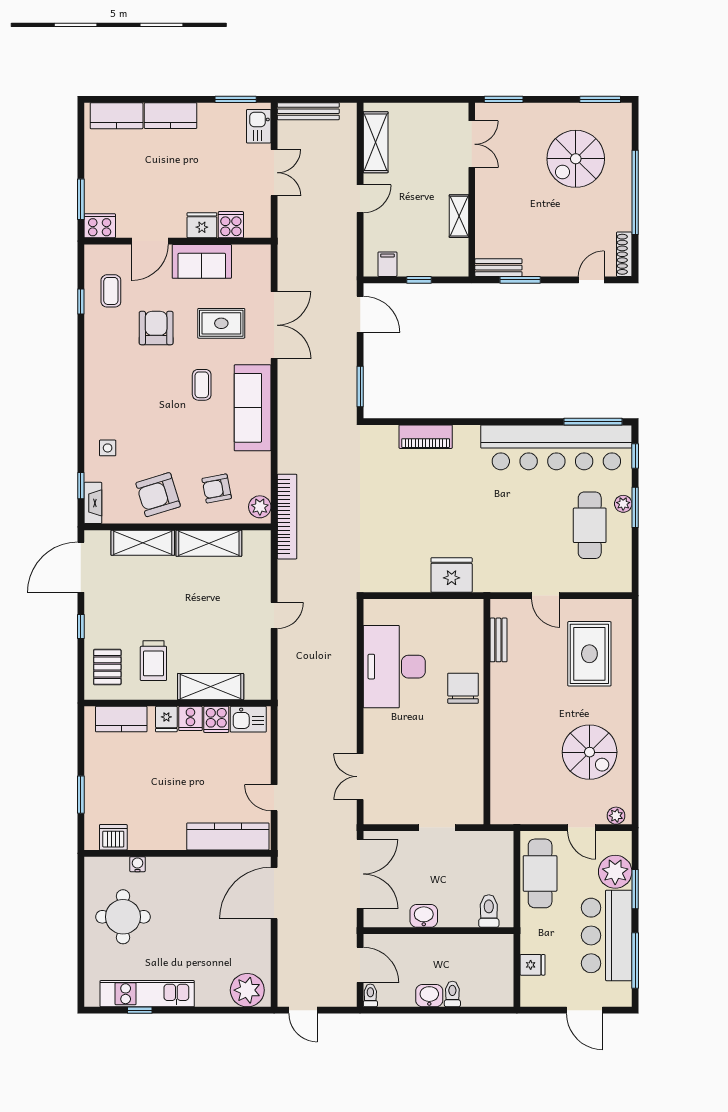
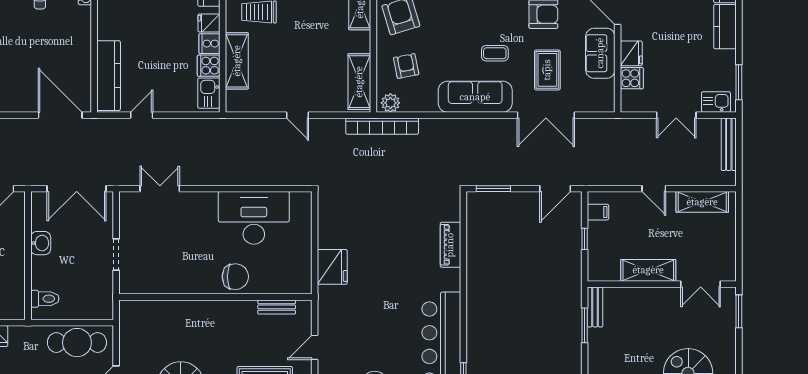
shelving: (459, 216) -> (648, 270), width x1.50, depth x1.33
shelving: (209, 543) -> (359, 82), moved

